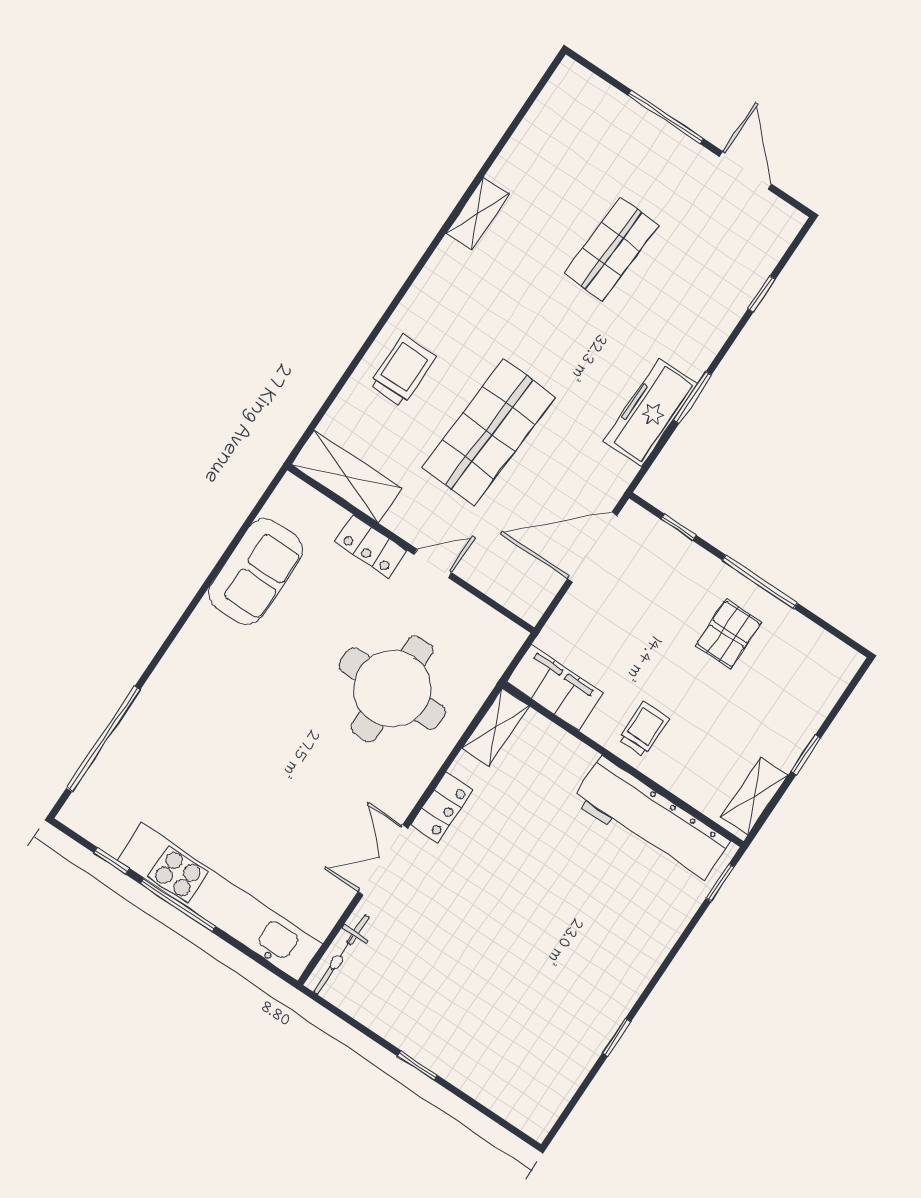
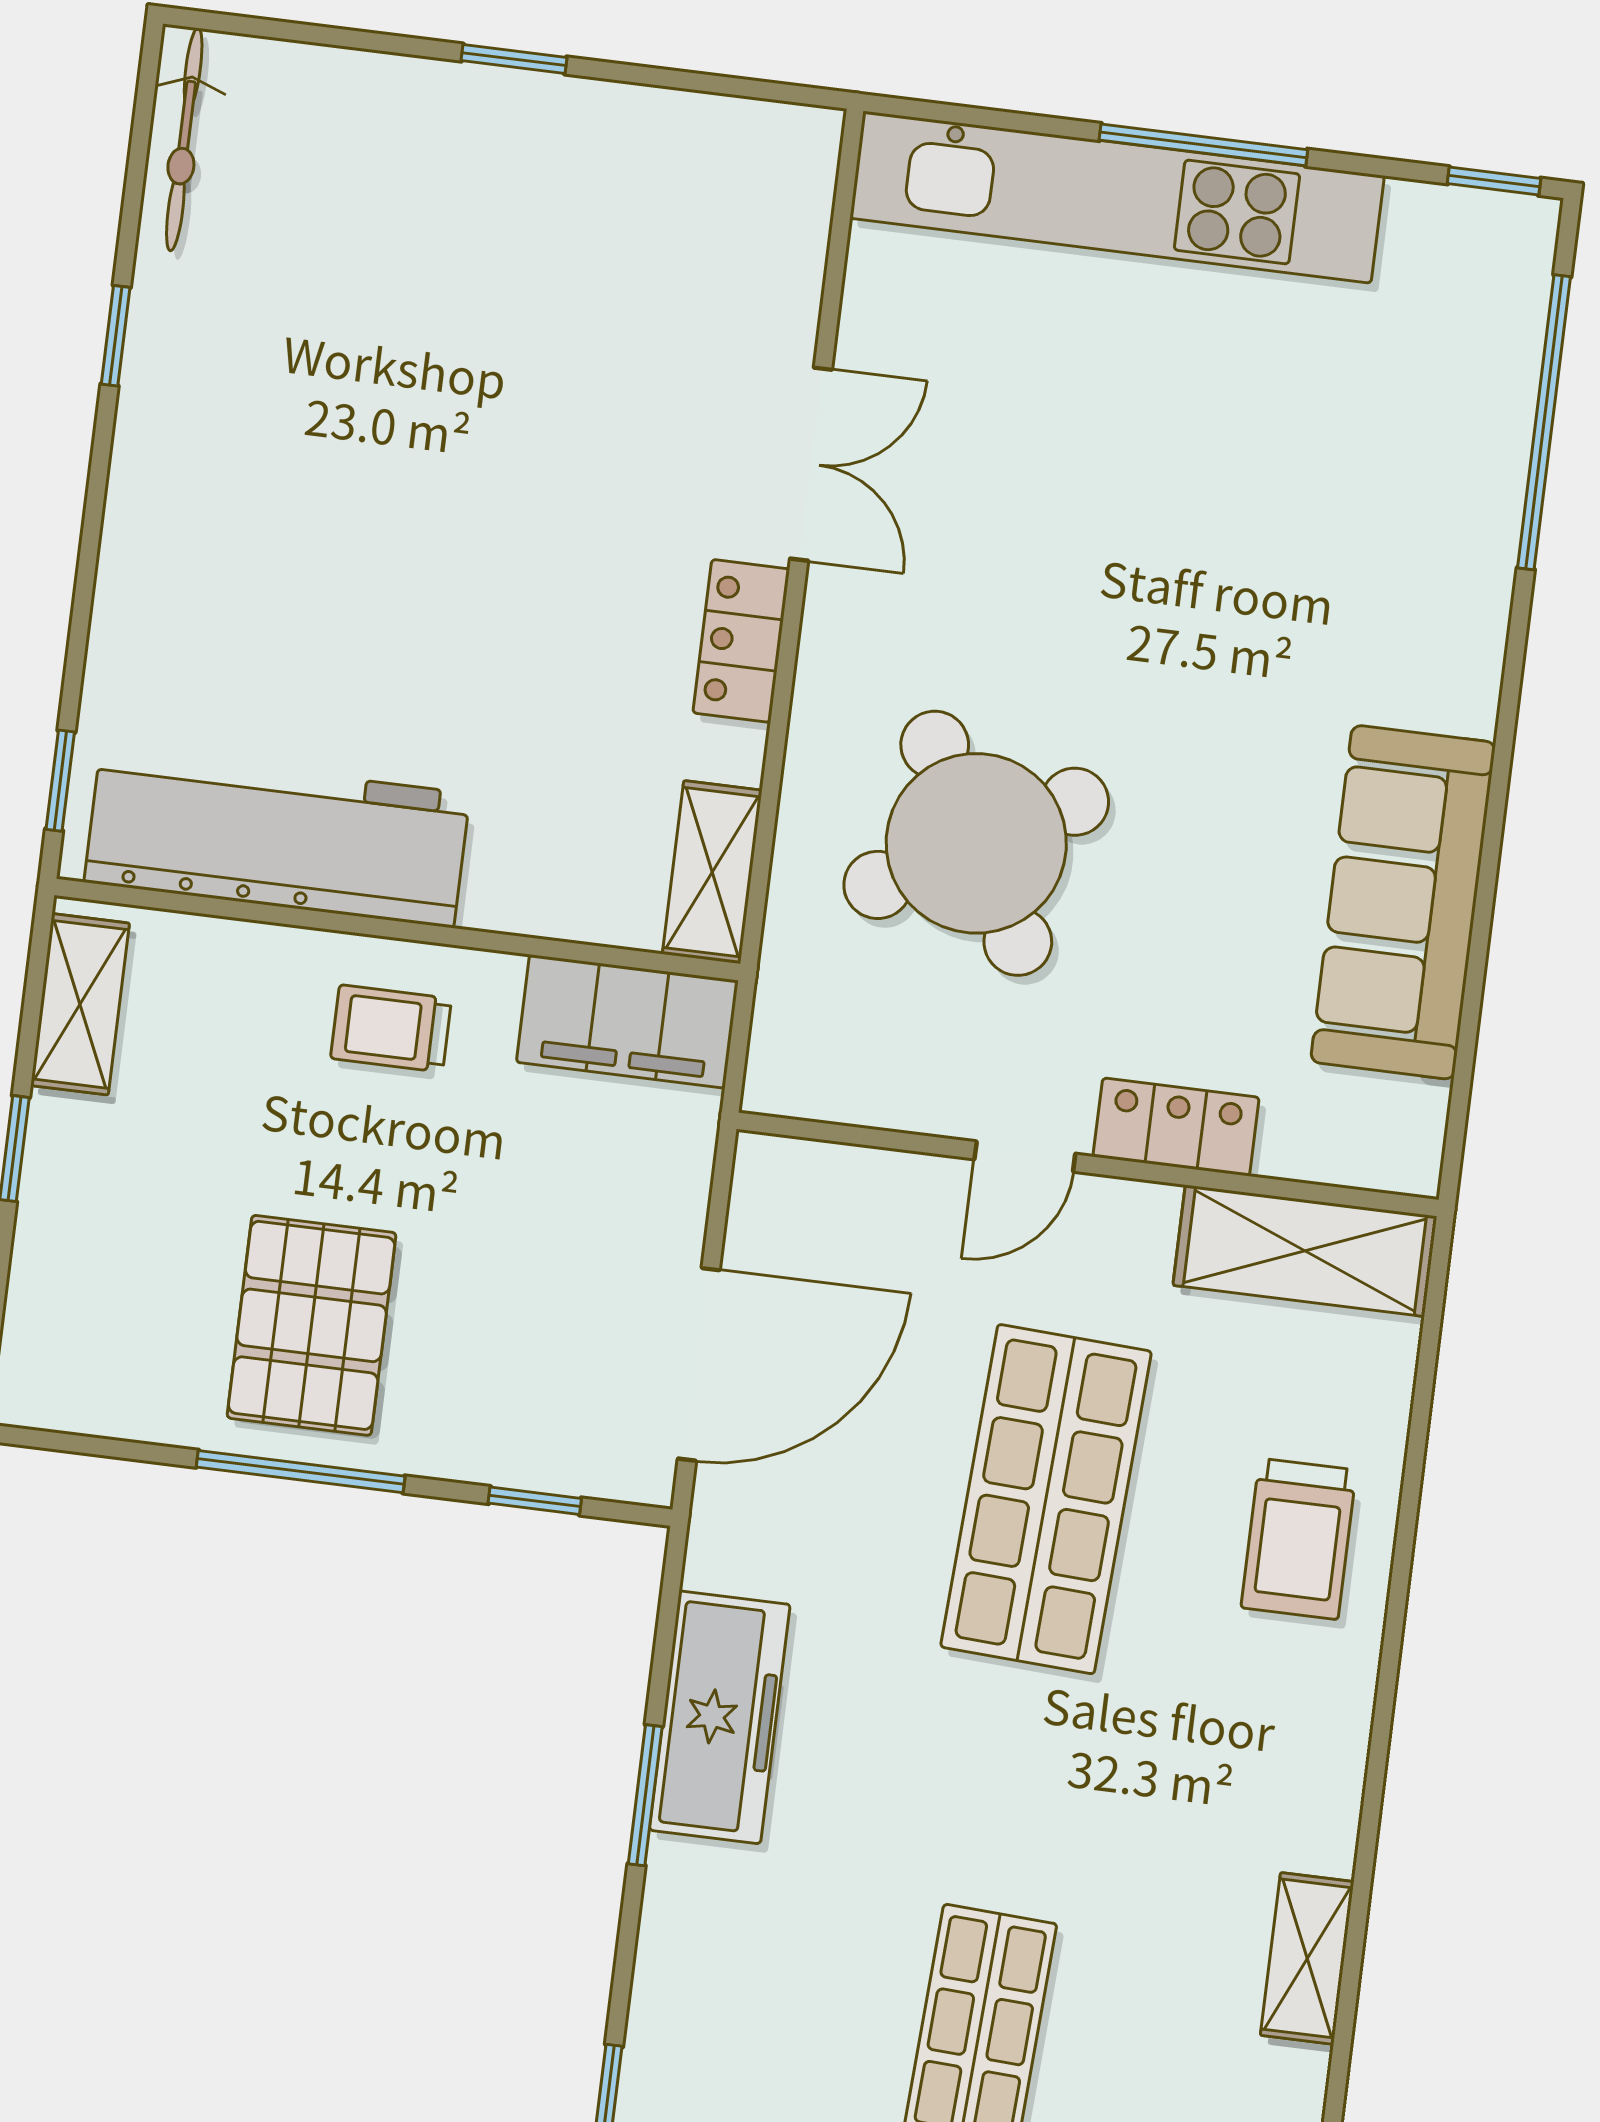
sofa: (255, 572) -> (1403, 902), width x1.36
pallet: (729, 634) -> (312, 1325), width x1.50, depth x1.42
round table: (392, 689) -> (976, 843), turned -30
trolley: (644, 729) -> (391, 1028), turned 90
window: (112, 861) -> (1494, 181), moved
bicycle: (341, 955) -> (184, 139), moved, turned 180

